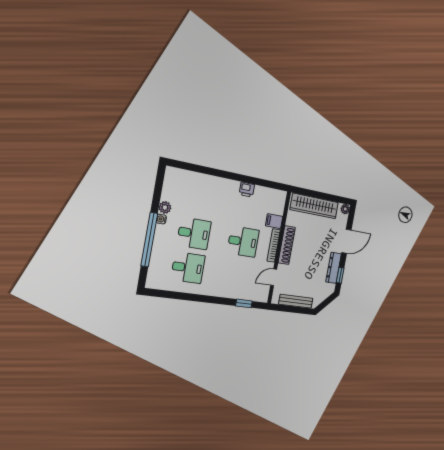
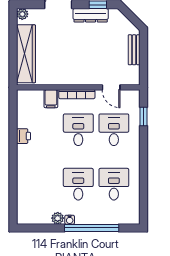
shoe rack: (287, 245) -> (74, 79), removed
desk: (237, 275) -> (114, 130), added
bench: (296, 301) -> (134, 50), width x0.73

